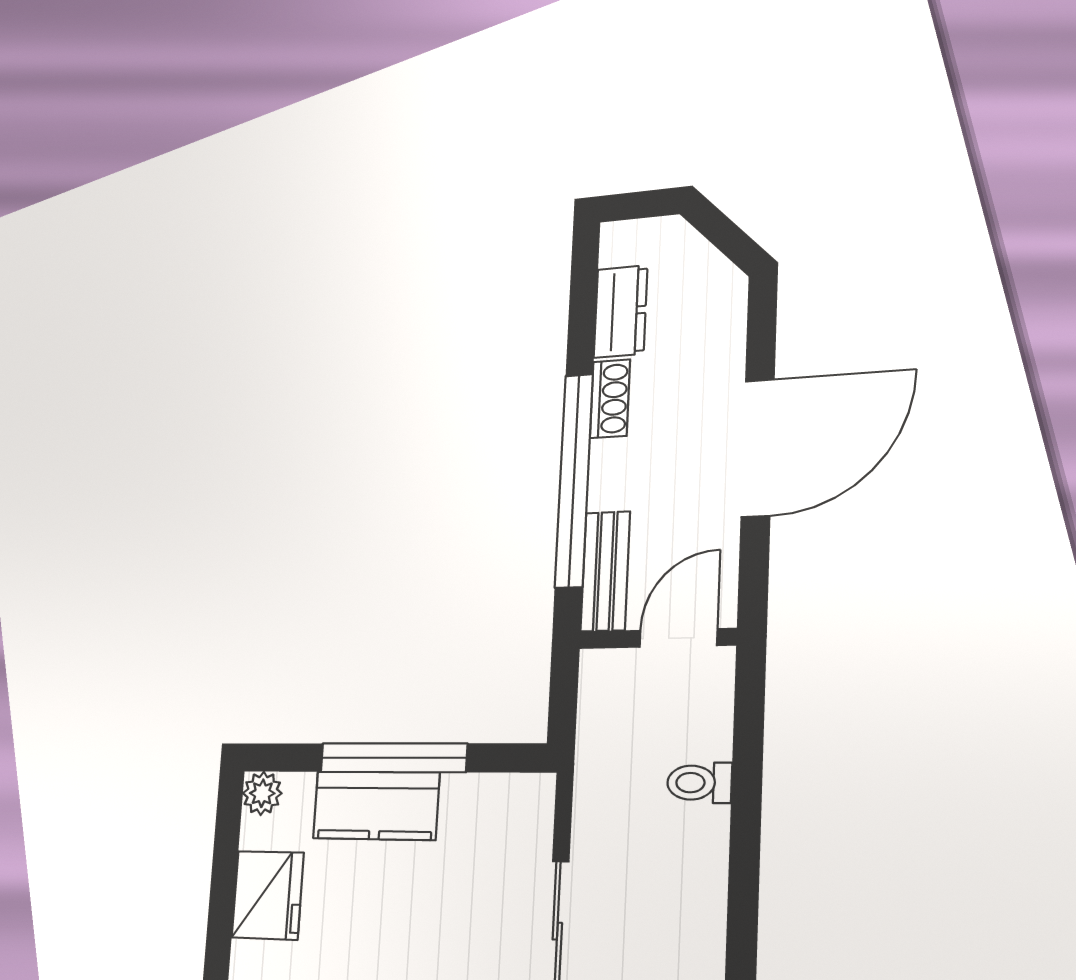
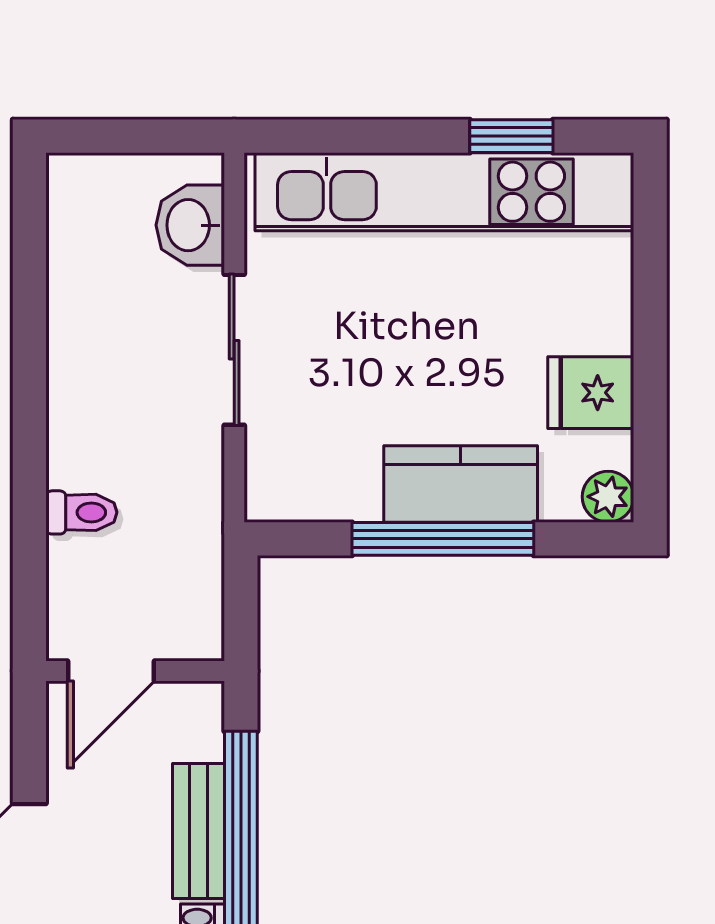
bench: (605, 571) -> (198, 831), moved
fridge: (268, 895) -> (591, 393), width x0.72

